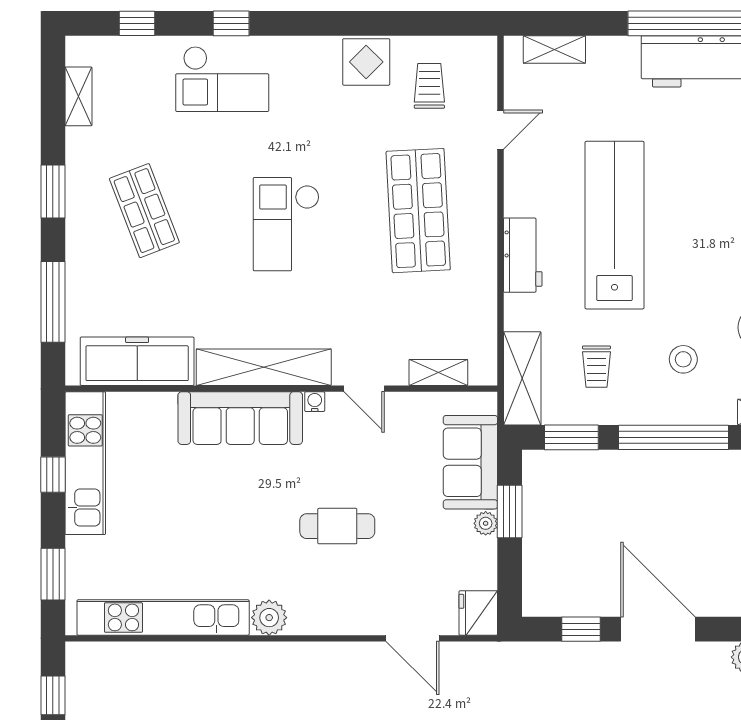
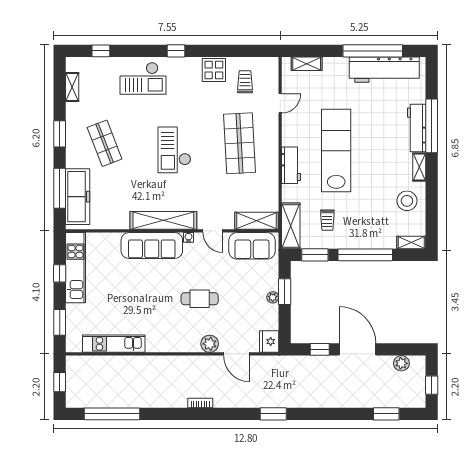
window: (231, 23) -> (176, 51), moved
stool: (683, 359) -> (370, 217), removed
freezer: (137, 361) -> (78, 197), moved, turned 90
shelving: (438, 372) -> (257, 221), width x1.50, depth x1.33
sofa: (470, 462) -> (252, 246), moved, turned -90
kitchen unit: (163, 617) -> (114, 344), width x0.73
plant: (269, 618) -> (210, 344), moved

